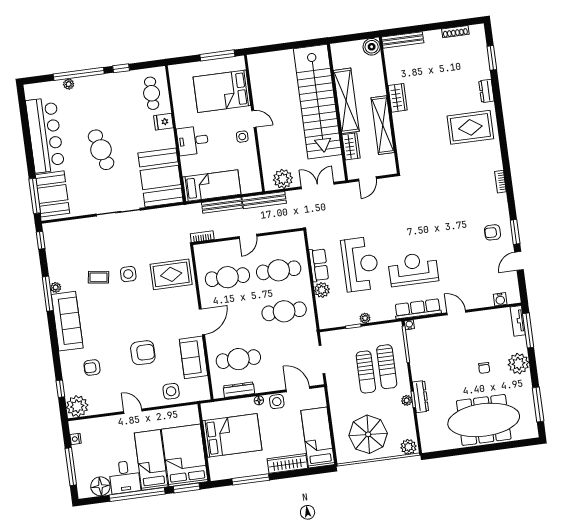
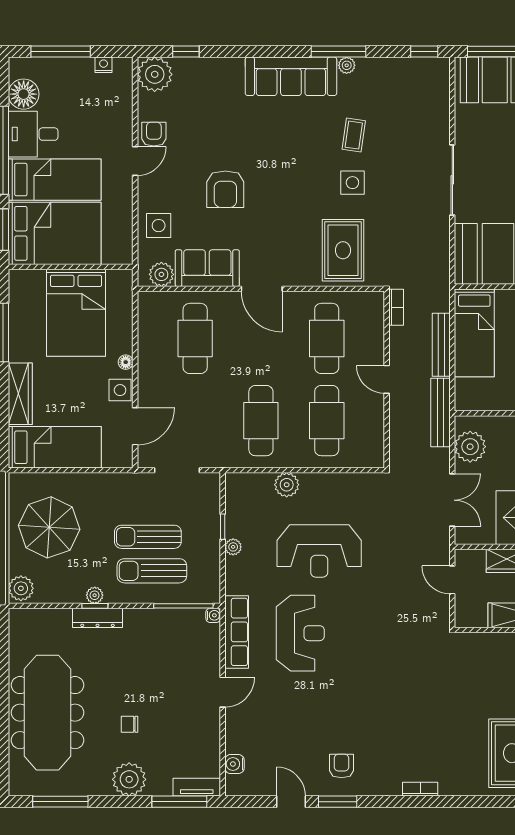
row of seats: (319, 265) -> (327, 485), removed
armchair: (92, 368) -> (154, 134), moved
plant: (201, 385) -> (161, 274), added
dresser: (239, 390) -> (147, 333), removed

